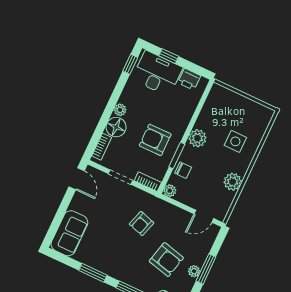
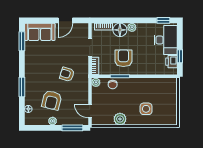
window: (169, 56) -> (180, 56), moved
plant: (197, 138) -> (137, 84), removed
door: (77, 179) -> (65, 20), moved
window: (206, 269) -> (72, 128), moved
window: (93, 273) -> (22, 41), moved

